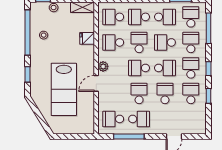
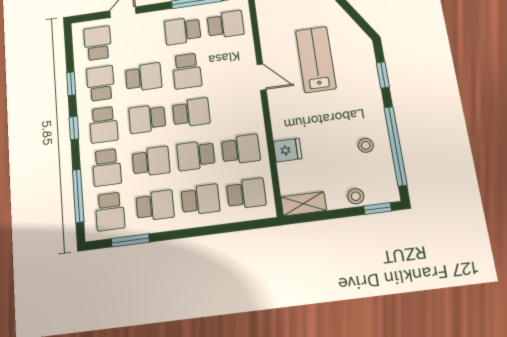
school desk: (165, 17) -> (155, 206), turned 180
school desk: (139, 42) -> (196, 155), turned 90
plant: (103, 66) -> (253, 106), removed
door: (96, 83) -> (262, 77), hinge flipped
lab bench: (64, 89) -> (316, 59), width x0.73, depth x0.72
school desk: (165, 93) -> (144, 77), turned -90
school desk: (191, 93) -> (101, 83), turned 180
school desk: (191, 119) -> (98, 43), added

